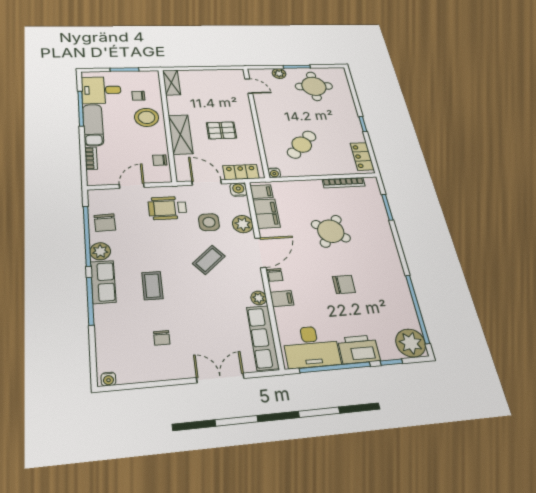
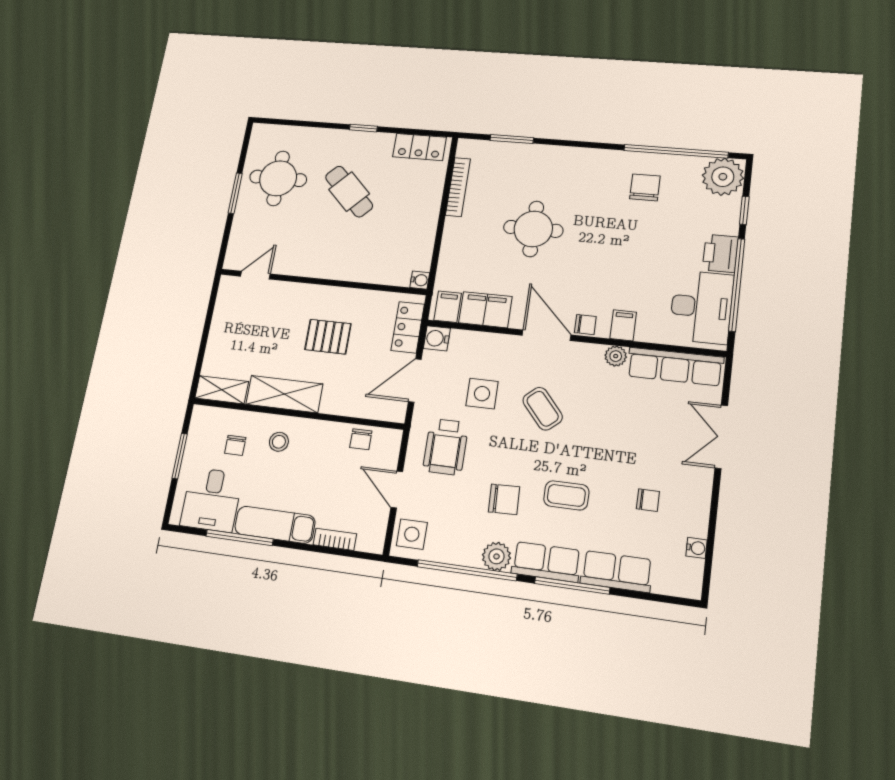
plant: (279, 73) -> (242, 223), removed
stool: (147, 117) -> (279, 442), width x0.53, depth x0.53
pallet: (221, 130) -> (328, 337), turned 90
shelving: (180, 134) -> (284, 394), moved
cafe table: (302, 145) -> (349, 192), moved
side table: (104, 200) -> (412, 534), added
chair: (105, 223) -> (504, 499), moved
plant: (243, 224) -> (495, 347), removed
round table: (331, 231) -> (533, 229), turned -33
chair: (344, 284) -> (645, 187), moved
row of seats: (106, 327) -> (617, 571), added
printer: (359, 349) -> (720, 253), width x0.73, depth x0.84
water cooler: (108, 379) -> (697, 548), moved

